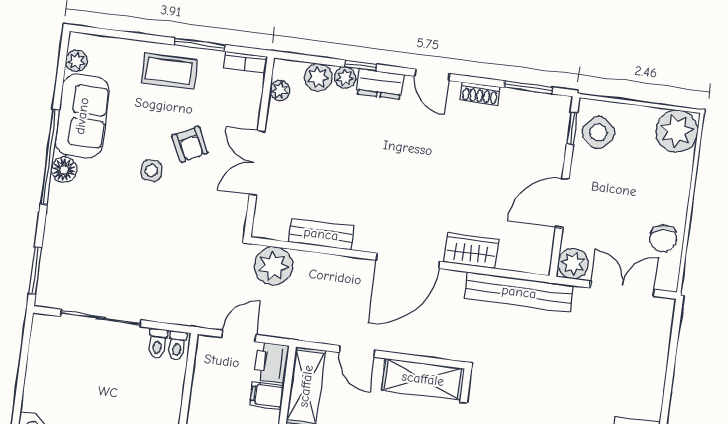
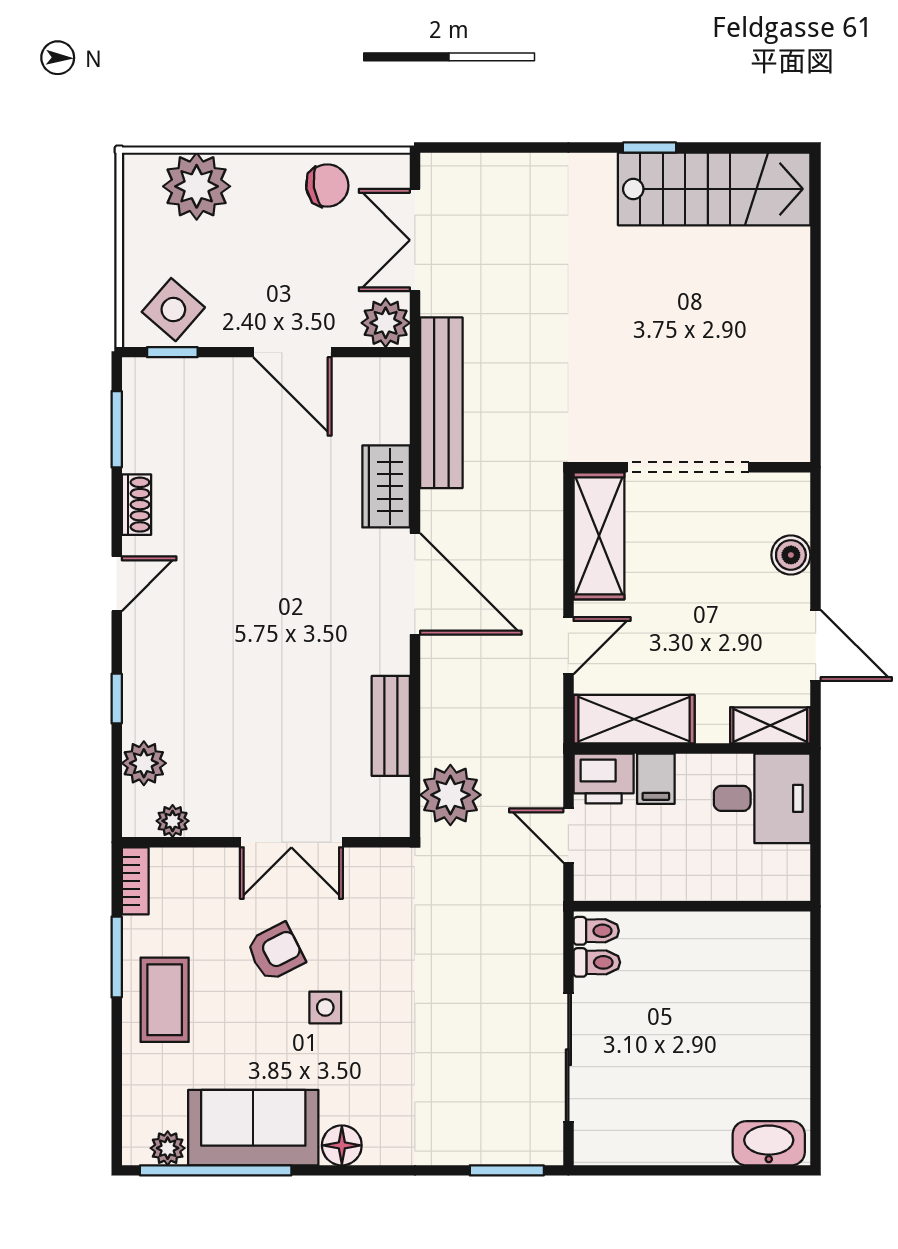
plant: (345, 78) -> (139, 721), removed
dresser: (380, 84) -> (142, 664), removed
plant: (677, 131) -> (197, 186), moved
window: (50, 157) -> (216, 1170), moved

